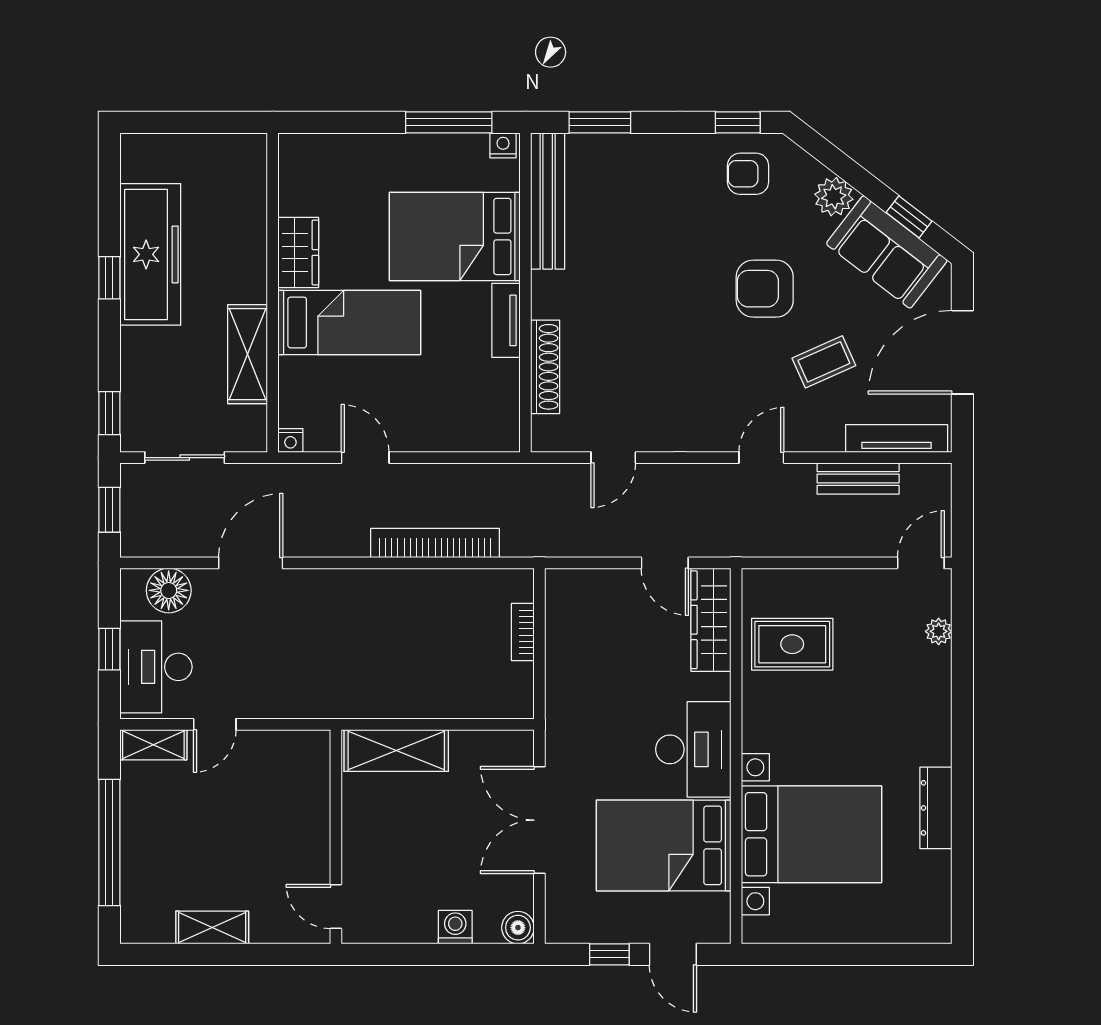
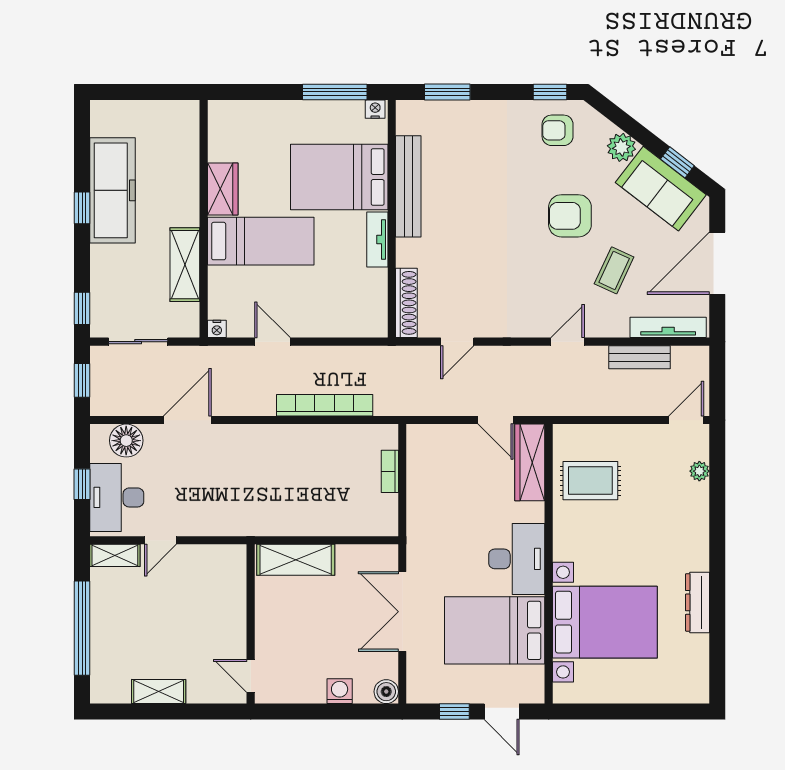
bench: (548, 201) -> (408, 186), moved
coffee table: (824, 362) -> (614, 270), turned -41
shoe rack: (545, 367) -> (406, 303), moved

